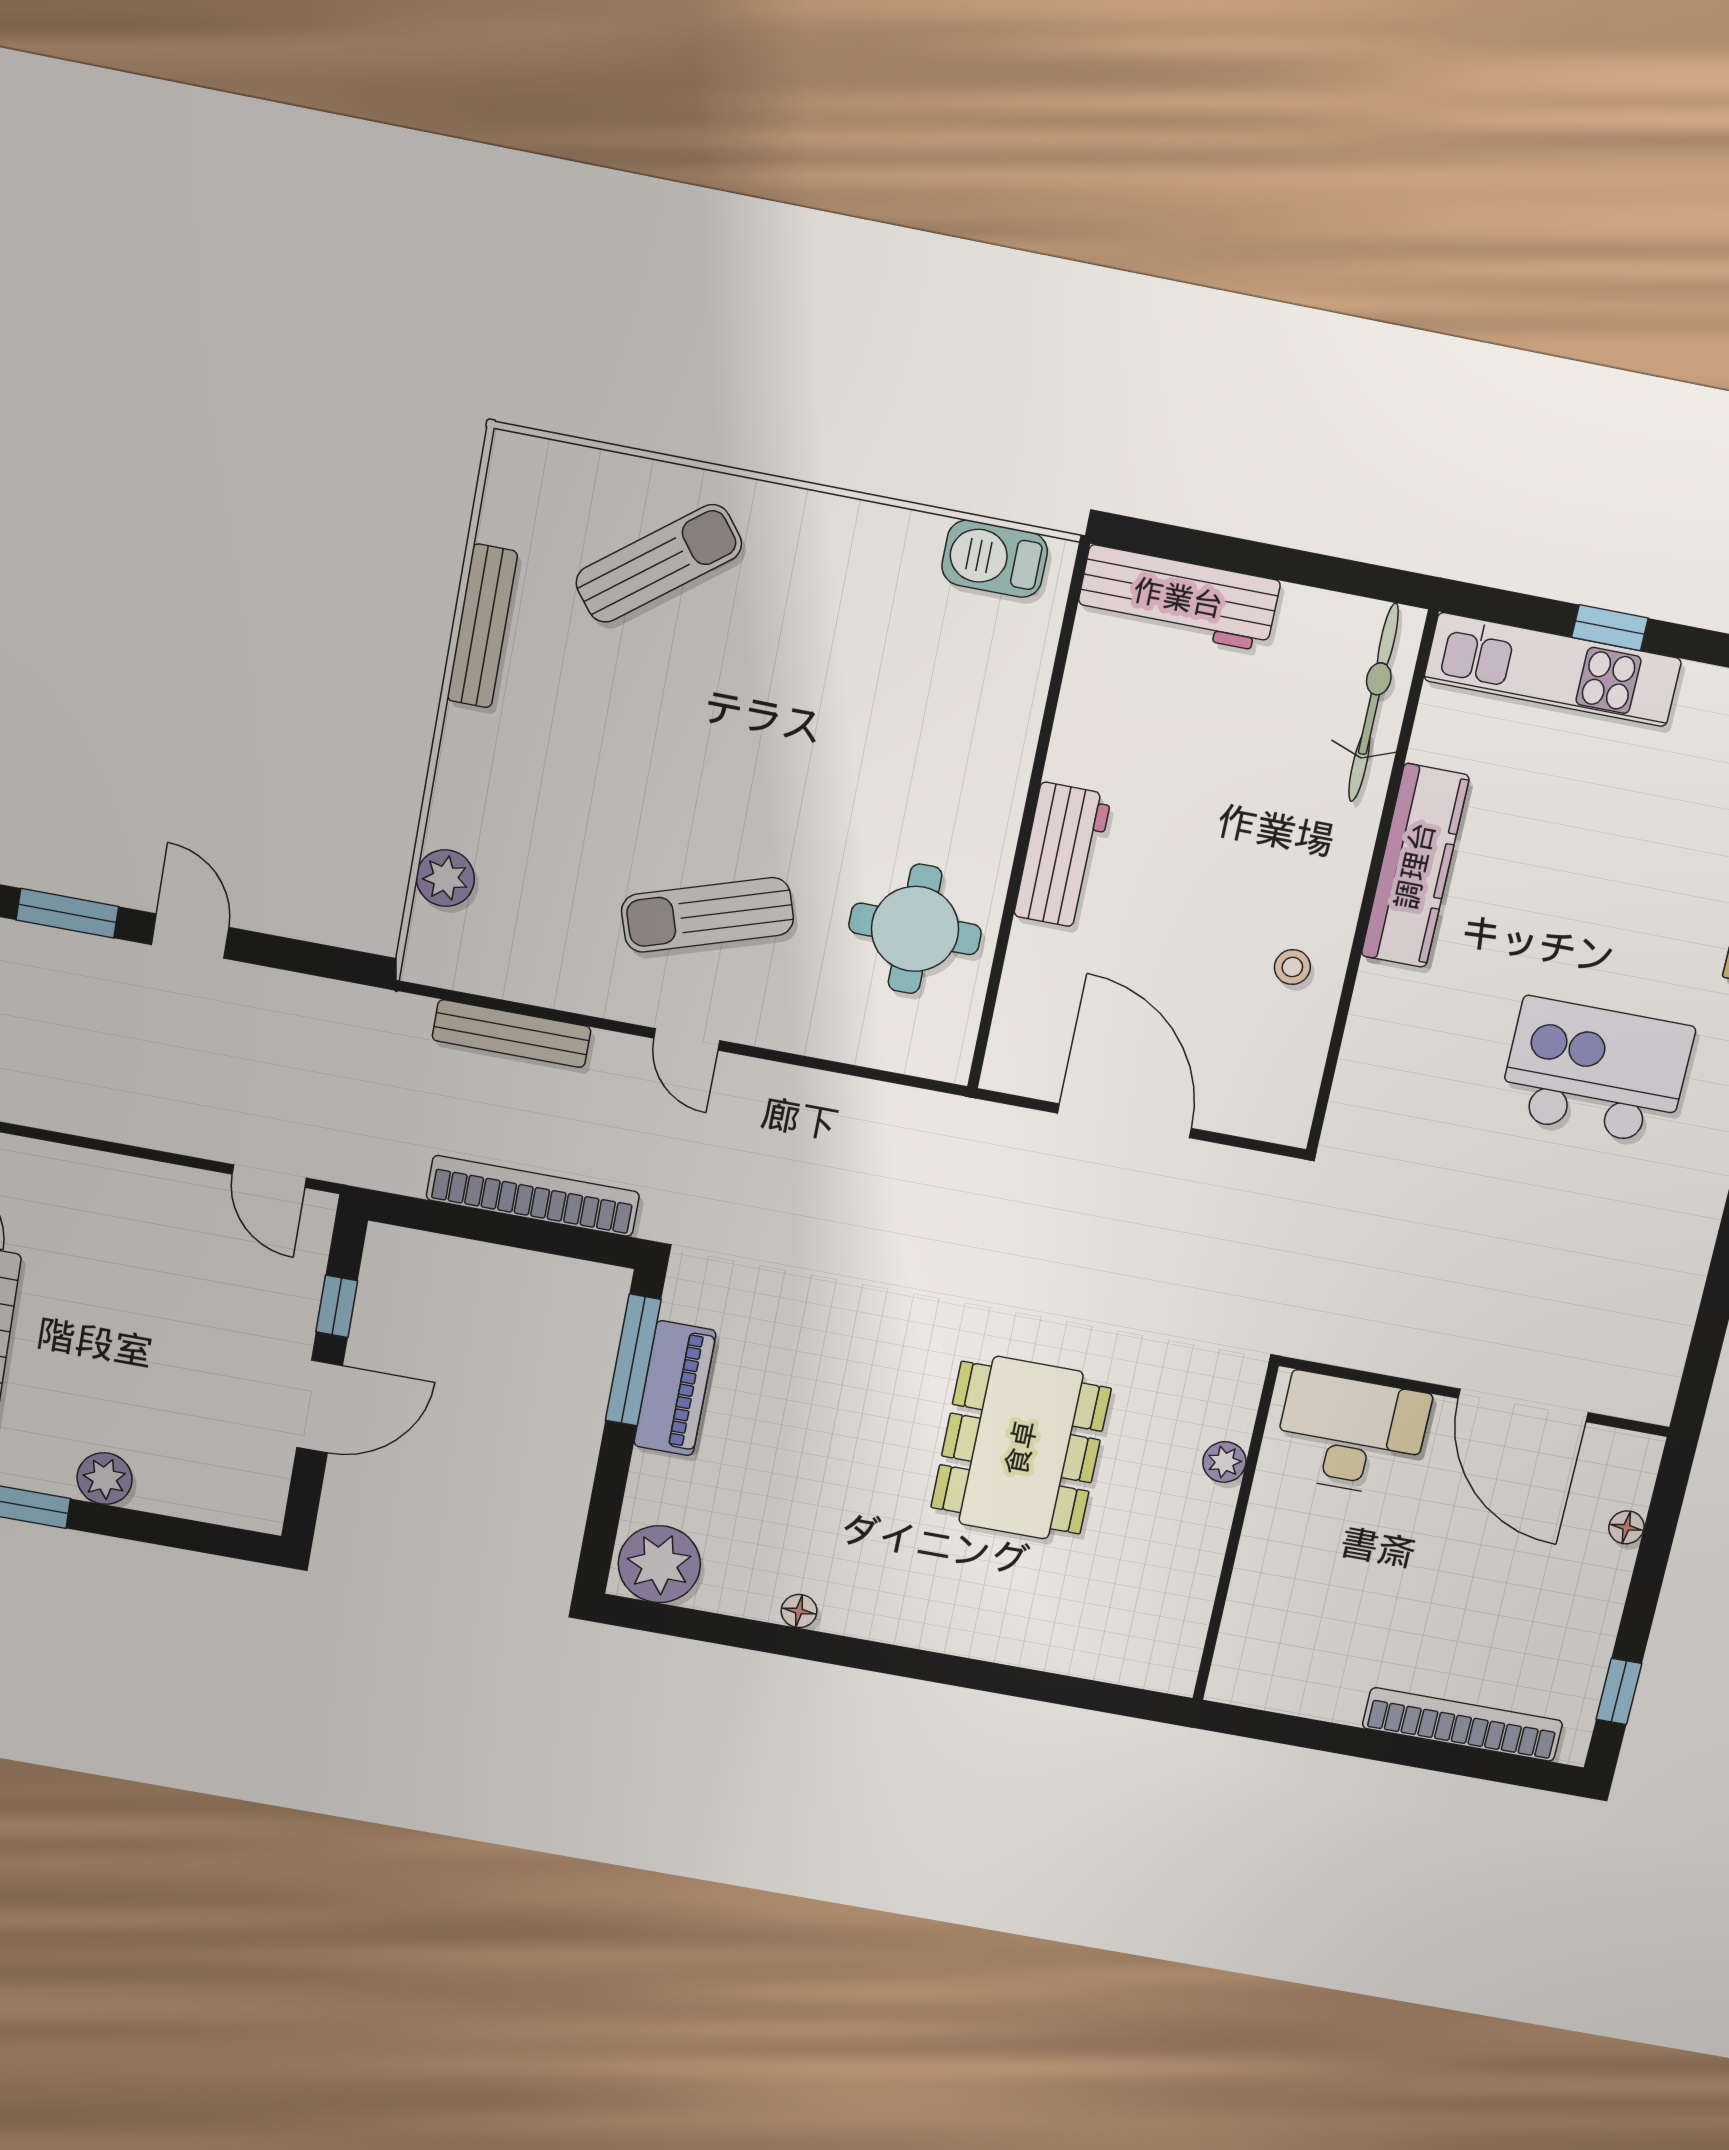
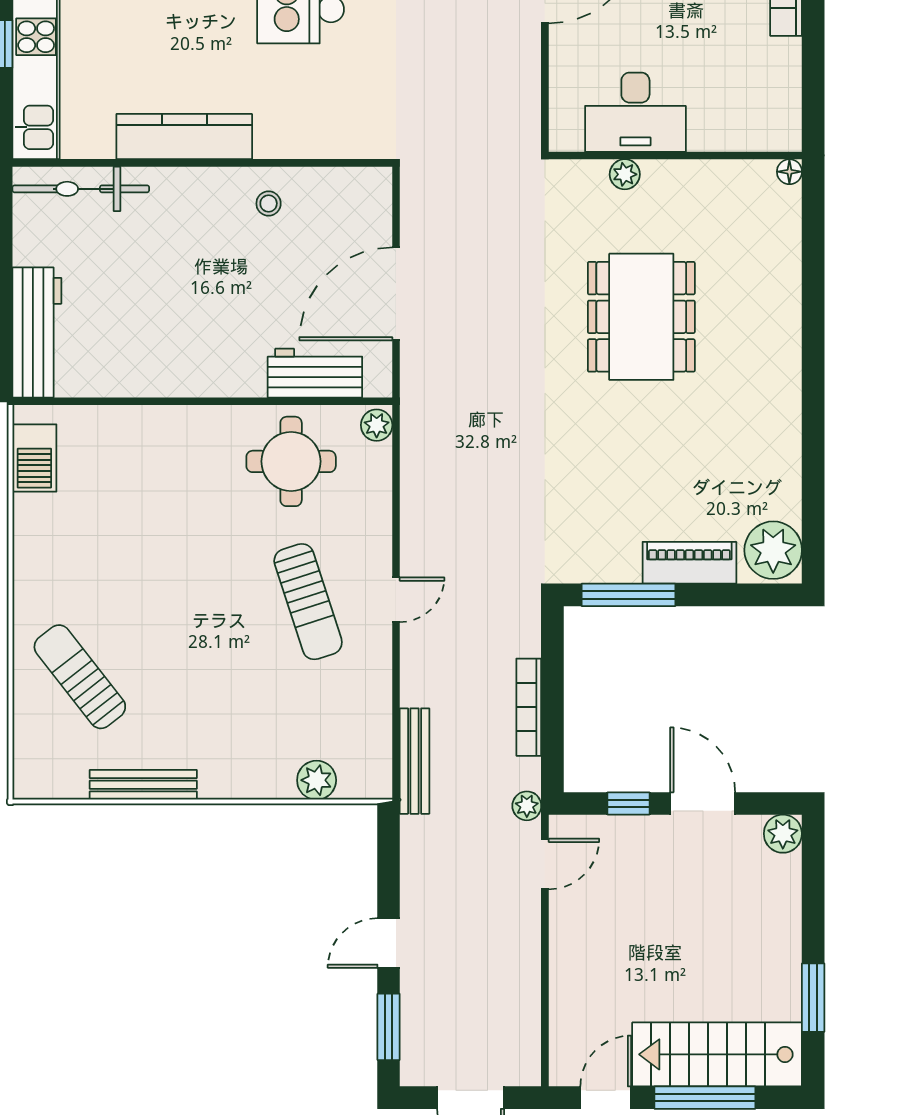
workbench: (1063, 856) -> (315, 373), moved
bench: (512, 1034) -> (415, 761), moved
plant: (943, 1059) -> (377, 425), added
plant: (357, 1166) -> (527, 806), added
bookcase: (533, 1196) -> (529, 707), width x0.68, depth x0.76
piano: (675, 1388) -> (689, 563), moved
desk: (1351, 1434) -> (635, 112), moved, turned -90
dining table: (1021, 1448) -> (641, 317), turned 90
plant: (105, 1479) -> (783, 834), moved
floor lamp: (799, 1611) -> (789, 172), moved

